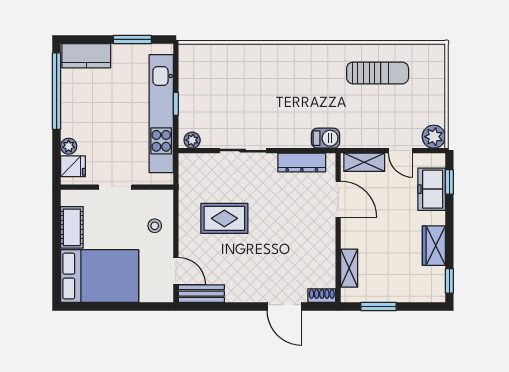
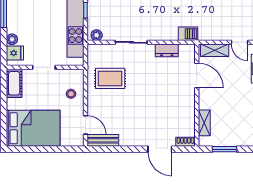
dresser: (302, 162) -> (167, 50), width x0.70
rug: (224, 218) -> (110, 78), moved
cot: (72, 227) -> (14, 83), moved

